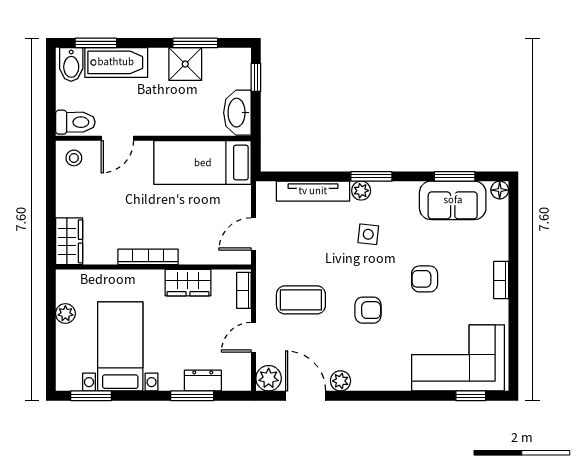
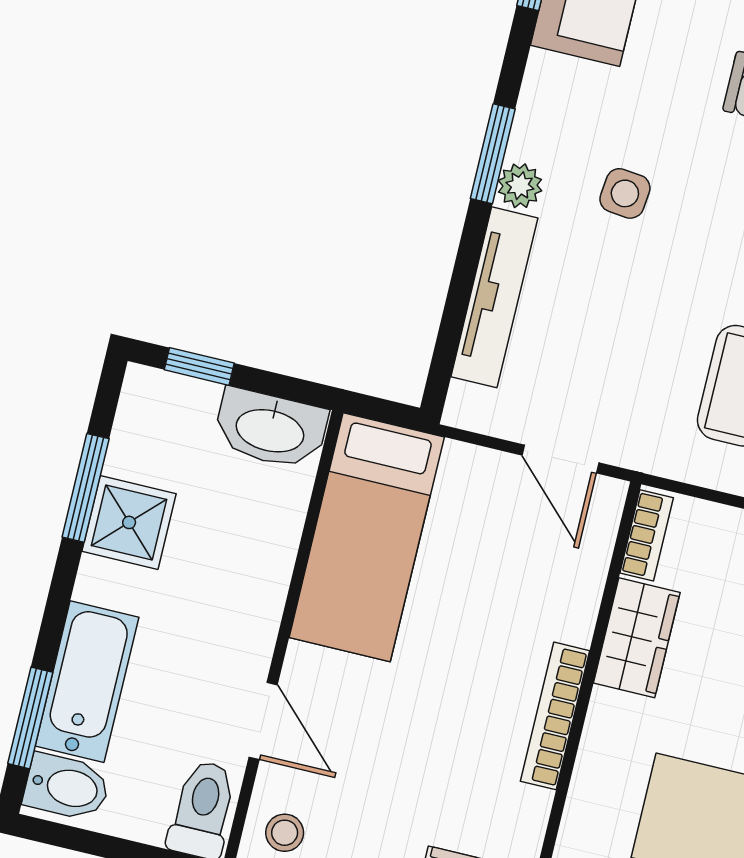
bookcase: (244, 290) -> (647, 535), moved, turned -90

